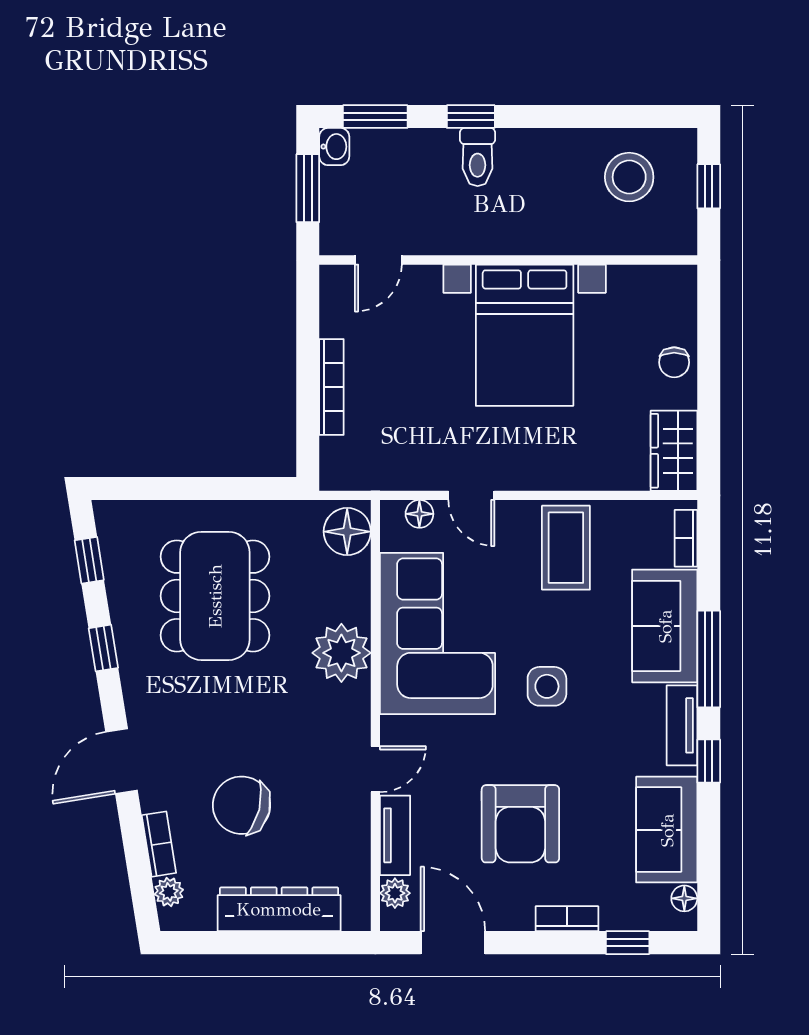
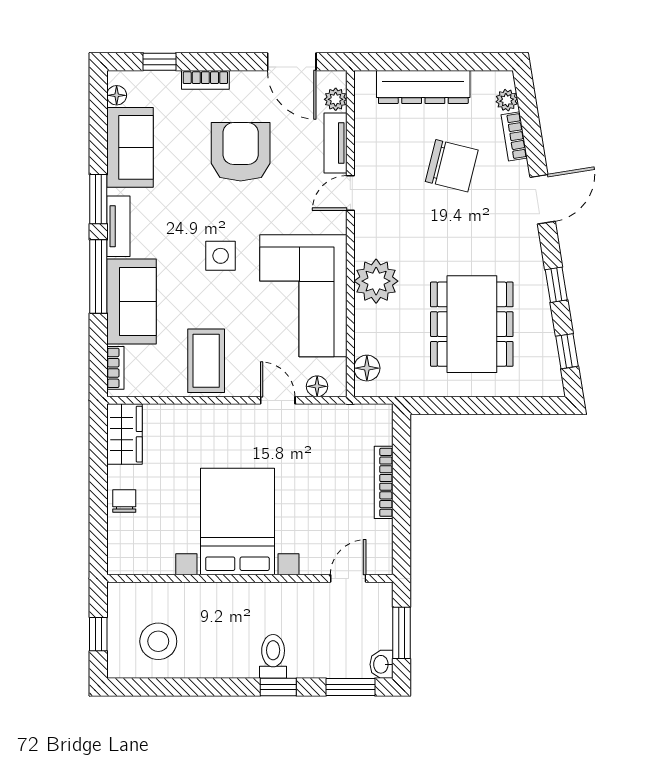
floor lamp: (347, 532) -> (367, 368), width x0.73, depth x0.73
window: (709, 761) -> (98, 199), width x1.50

